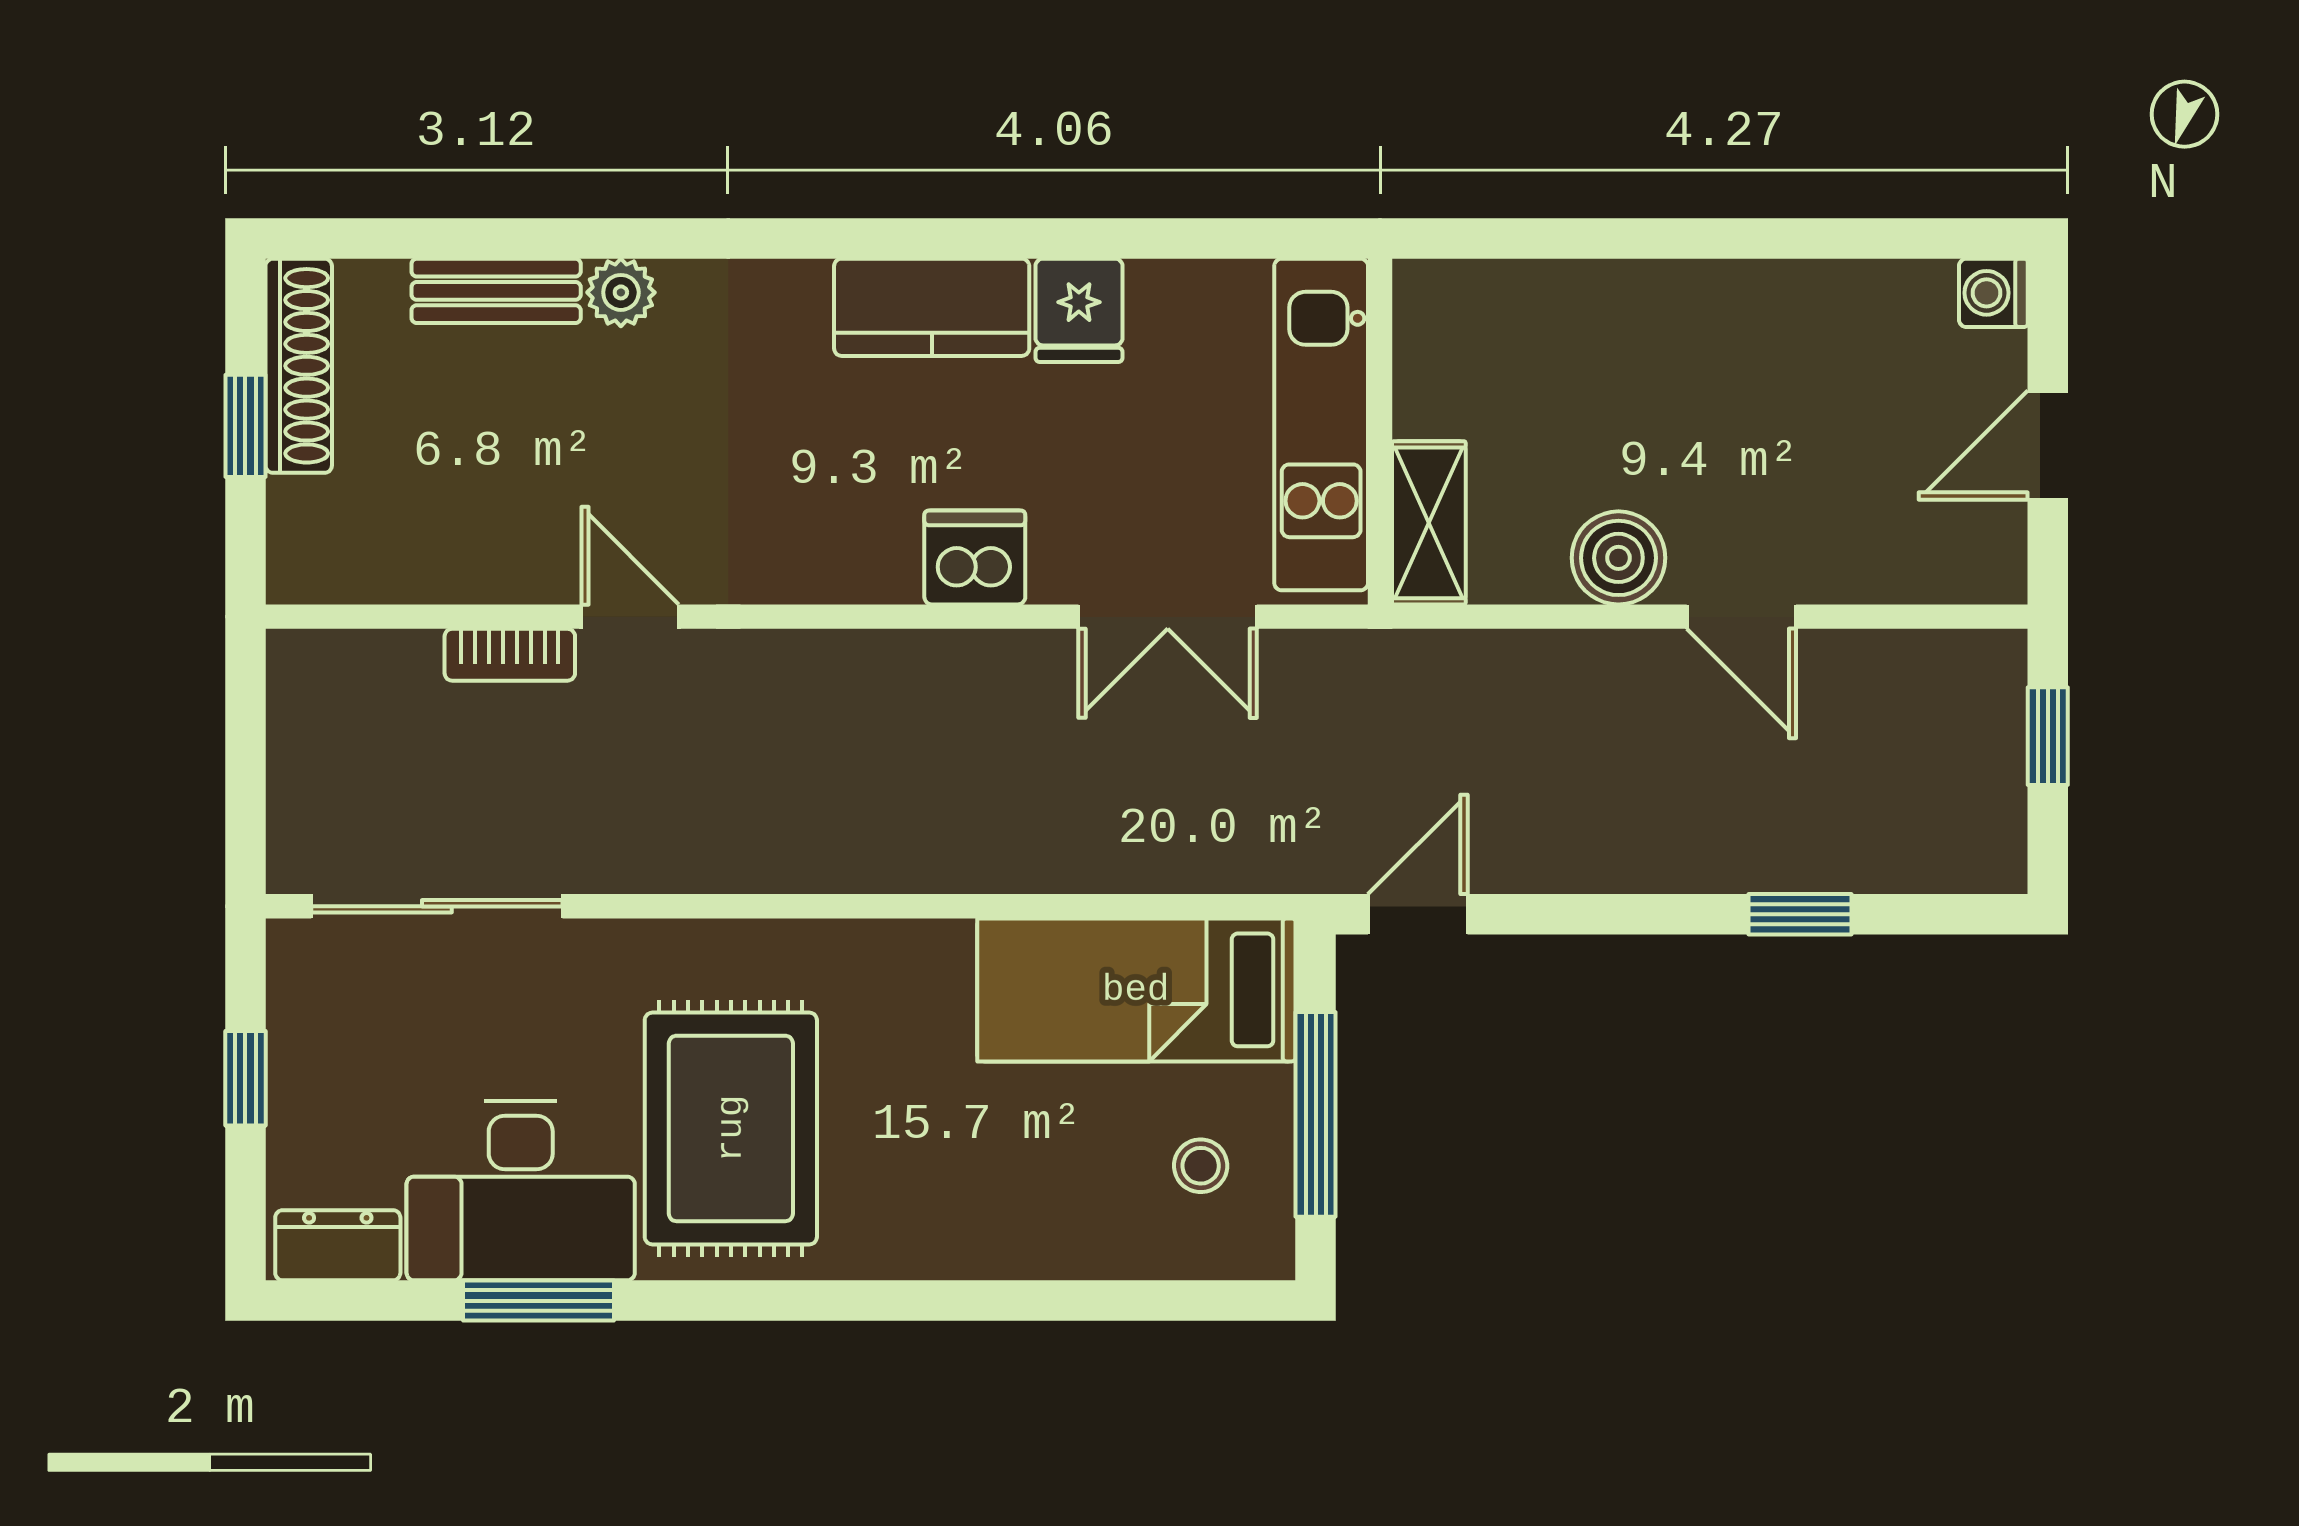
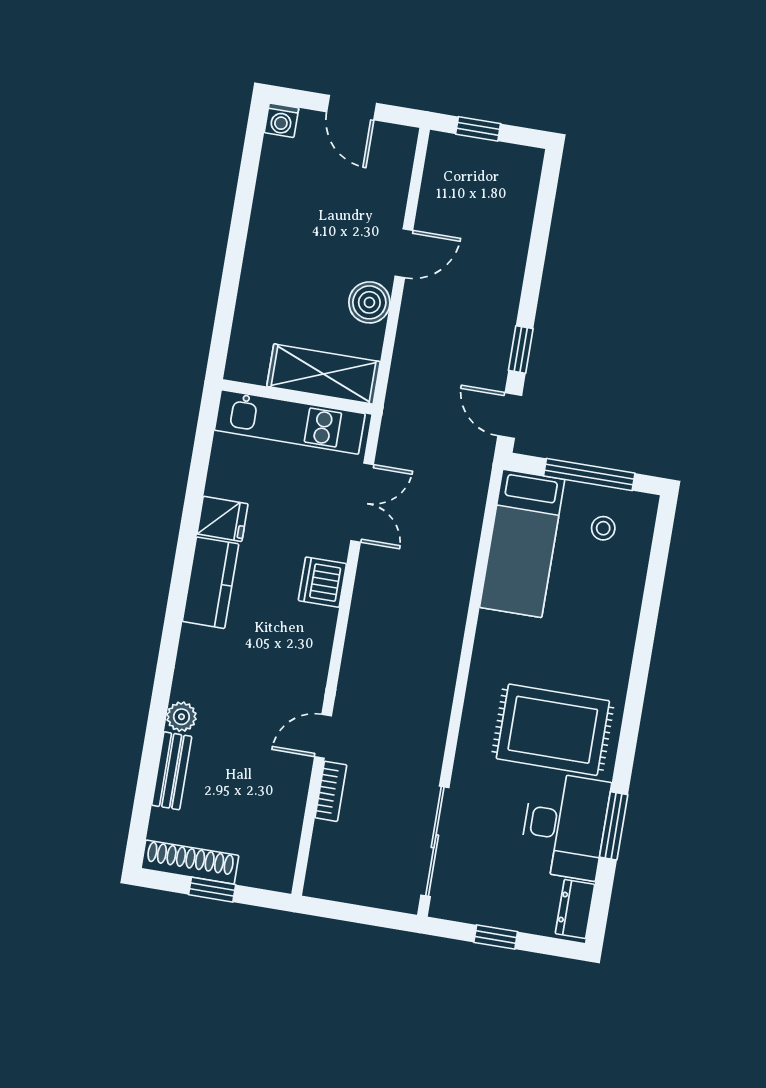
shelving: (1429, 523) -> (323, 374), width x1.50, depth x1.33
window: (1800, 914) -> (521, 350), moved

